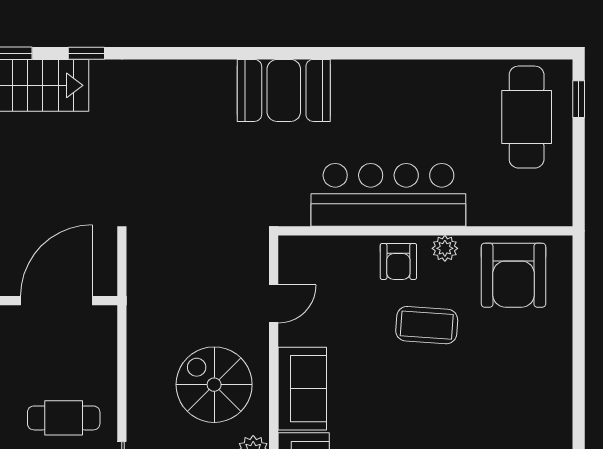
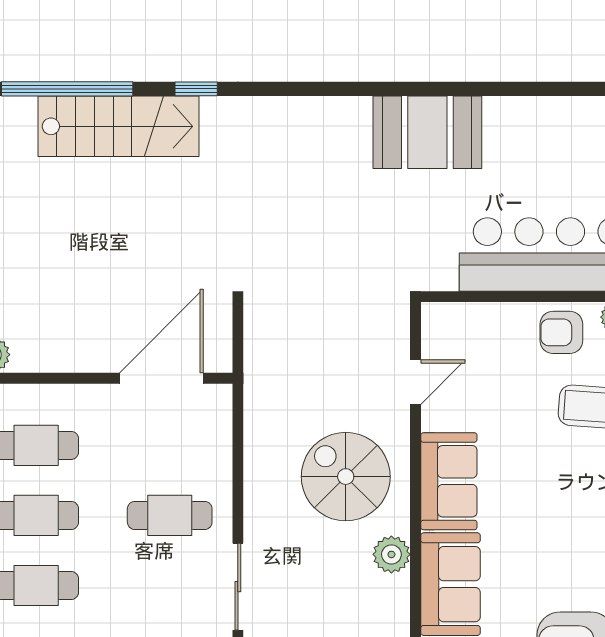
armchair: (398, 261) -> (561, 332), turned 90

